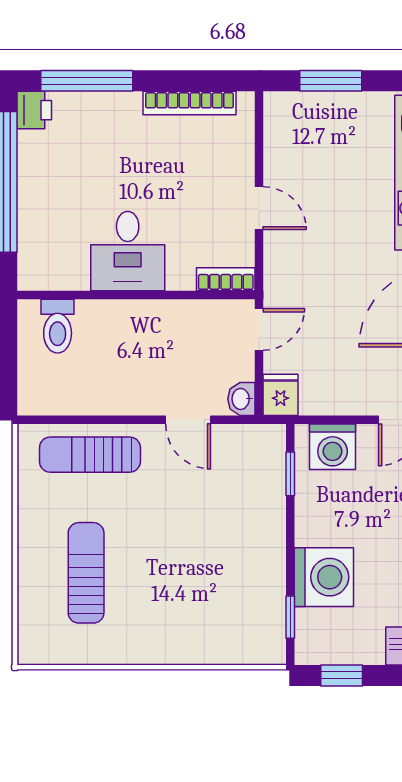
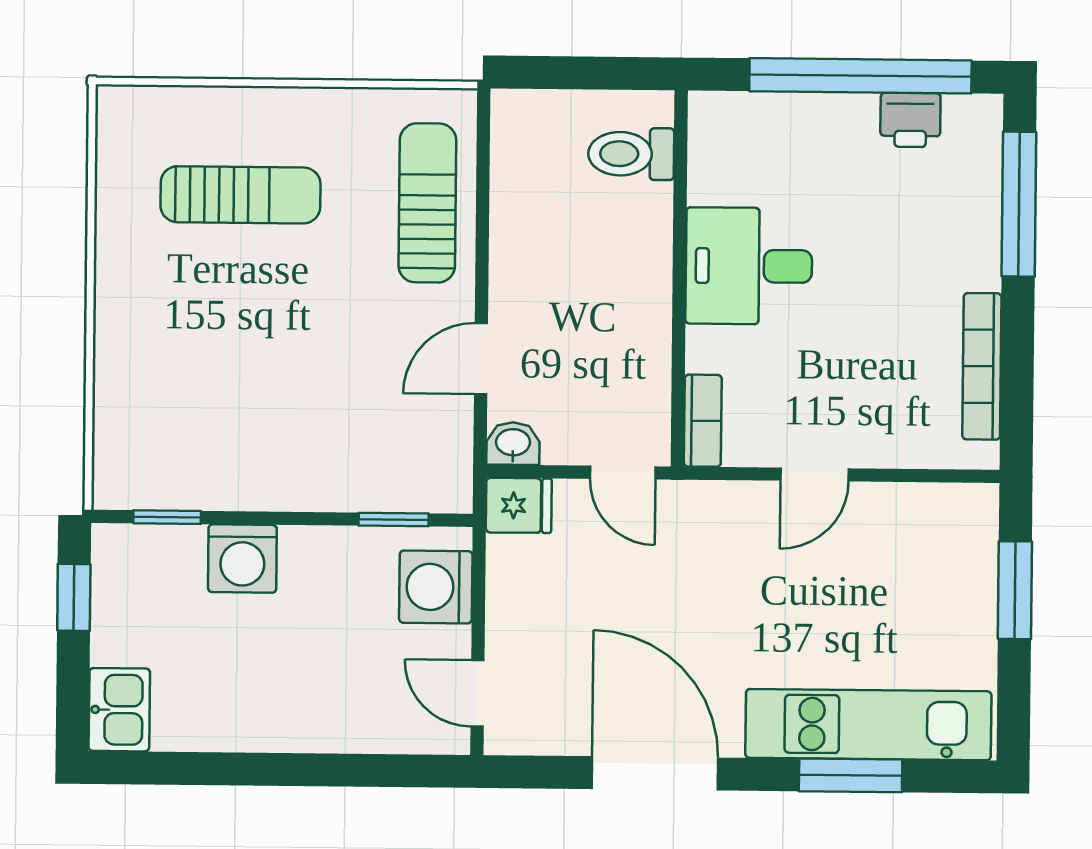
printer: (34, 110) -> (910, 120), moved
washing machine: (324, 577) -> (242, 558), width x0.73, depth x0.73

